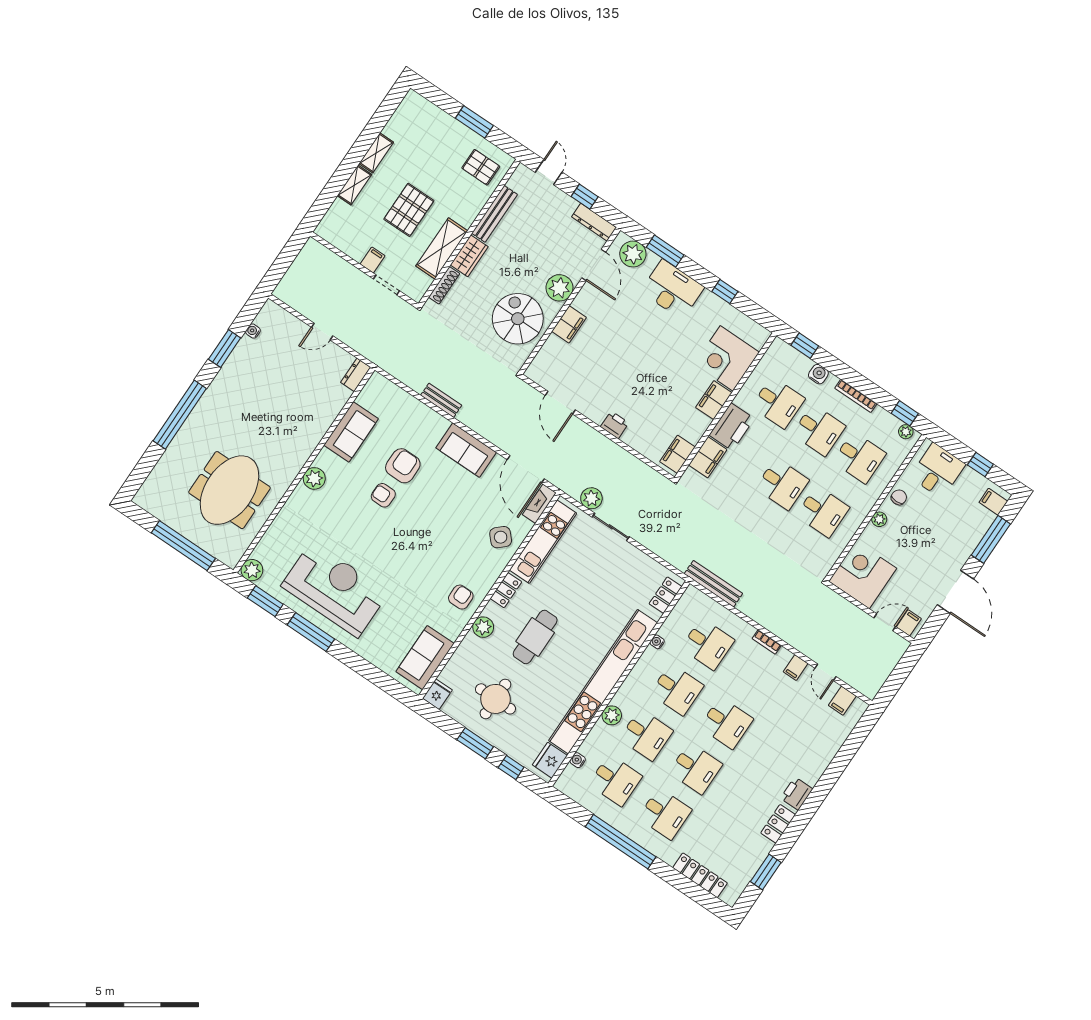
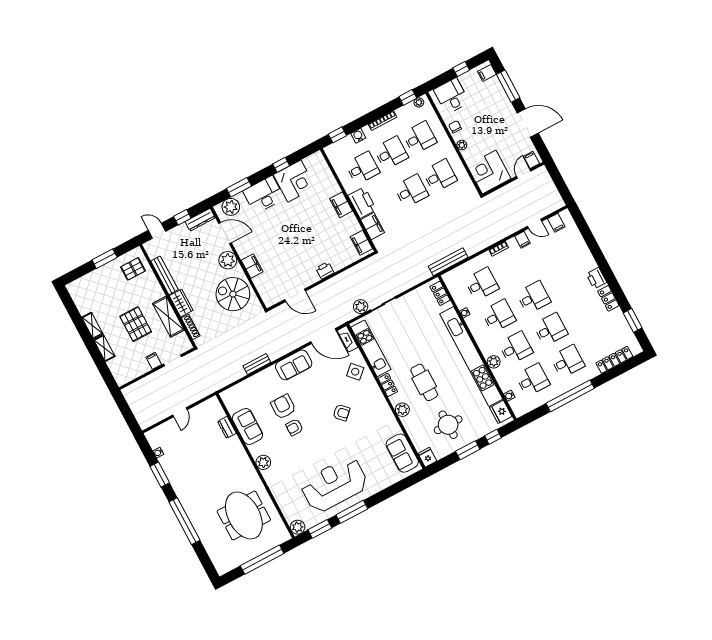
corner desk: (727, 358) -> (294, 181), moved, turned -90
dresser: (356, 375) -> (227, 427), moved
armchair: (461, 597) -> (341, 413), moved, turned 136

